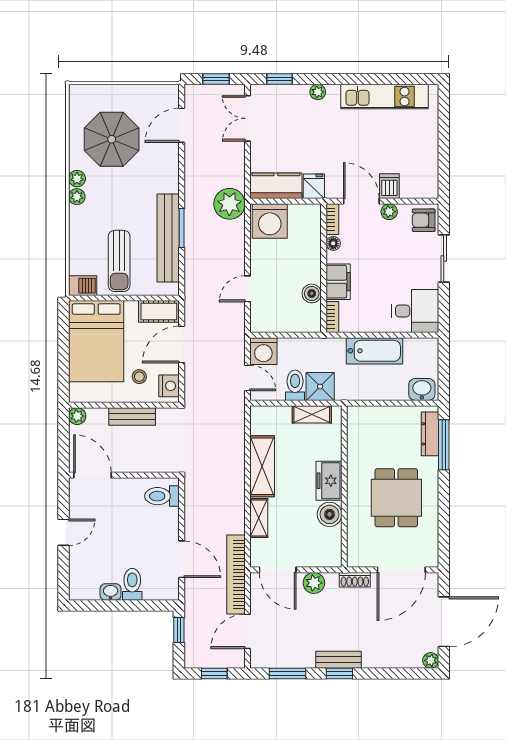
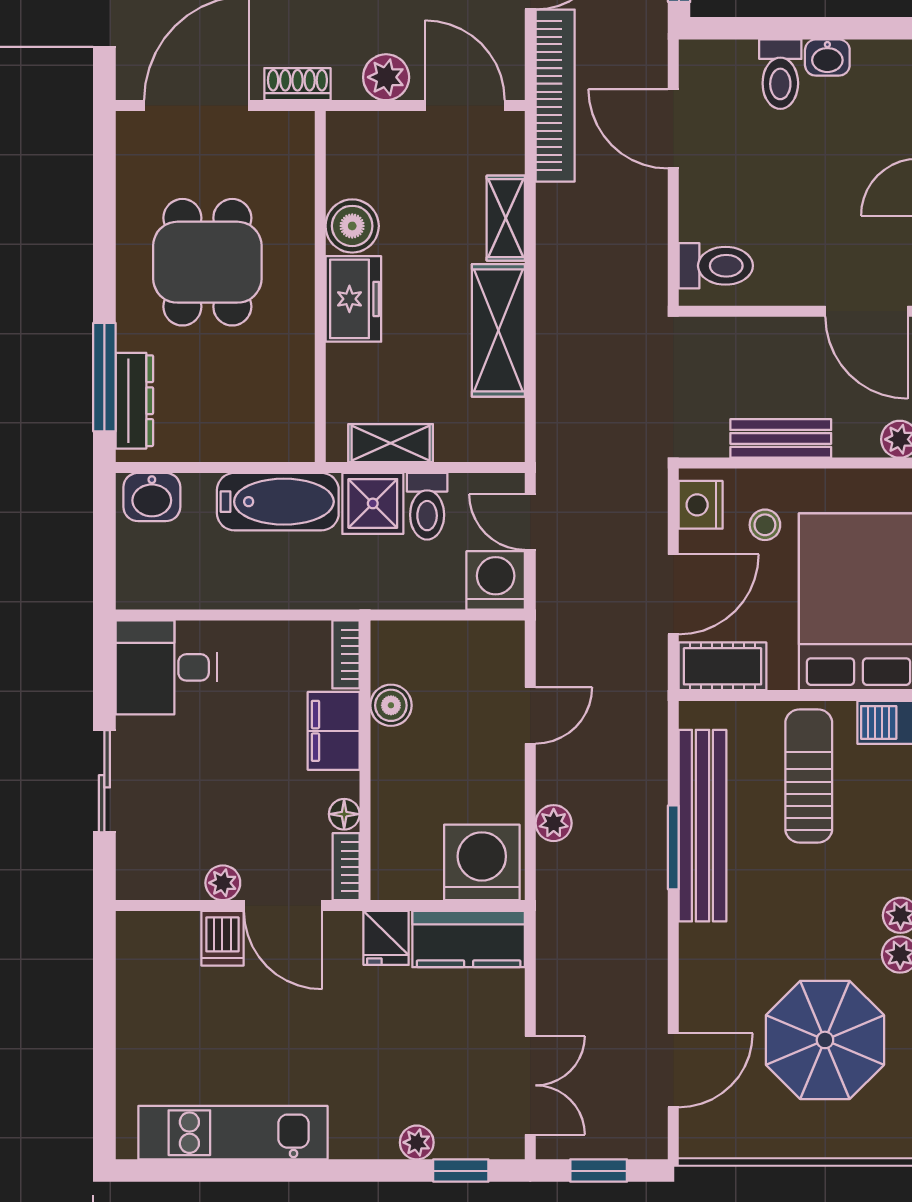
plant: (318, 92) -> (417, 1142), moved
plant: (229, 204) -> (554, 823), moved, width x0.53, depth x0.53
armchair: (424, 220) -> (148, 864), removed
bathtub: (374, 351) -> (278, 502), moved, turned 180

